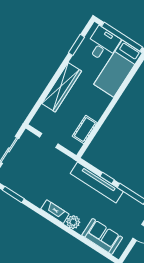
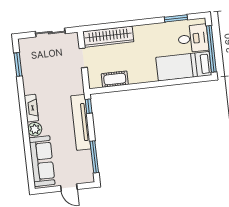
wardrobe: (62, 87) -> (108, 37), moved
window: (107, 178) -> (89, 106), moved
sofa: (102, 236) -> (42, 161), width x1.36

